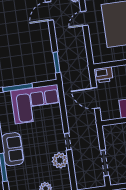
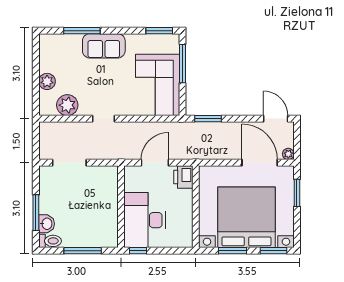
door: (84, 18) -> (260, 163), width x1.87
plant: (60, 160) -> (67, 105), moved

